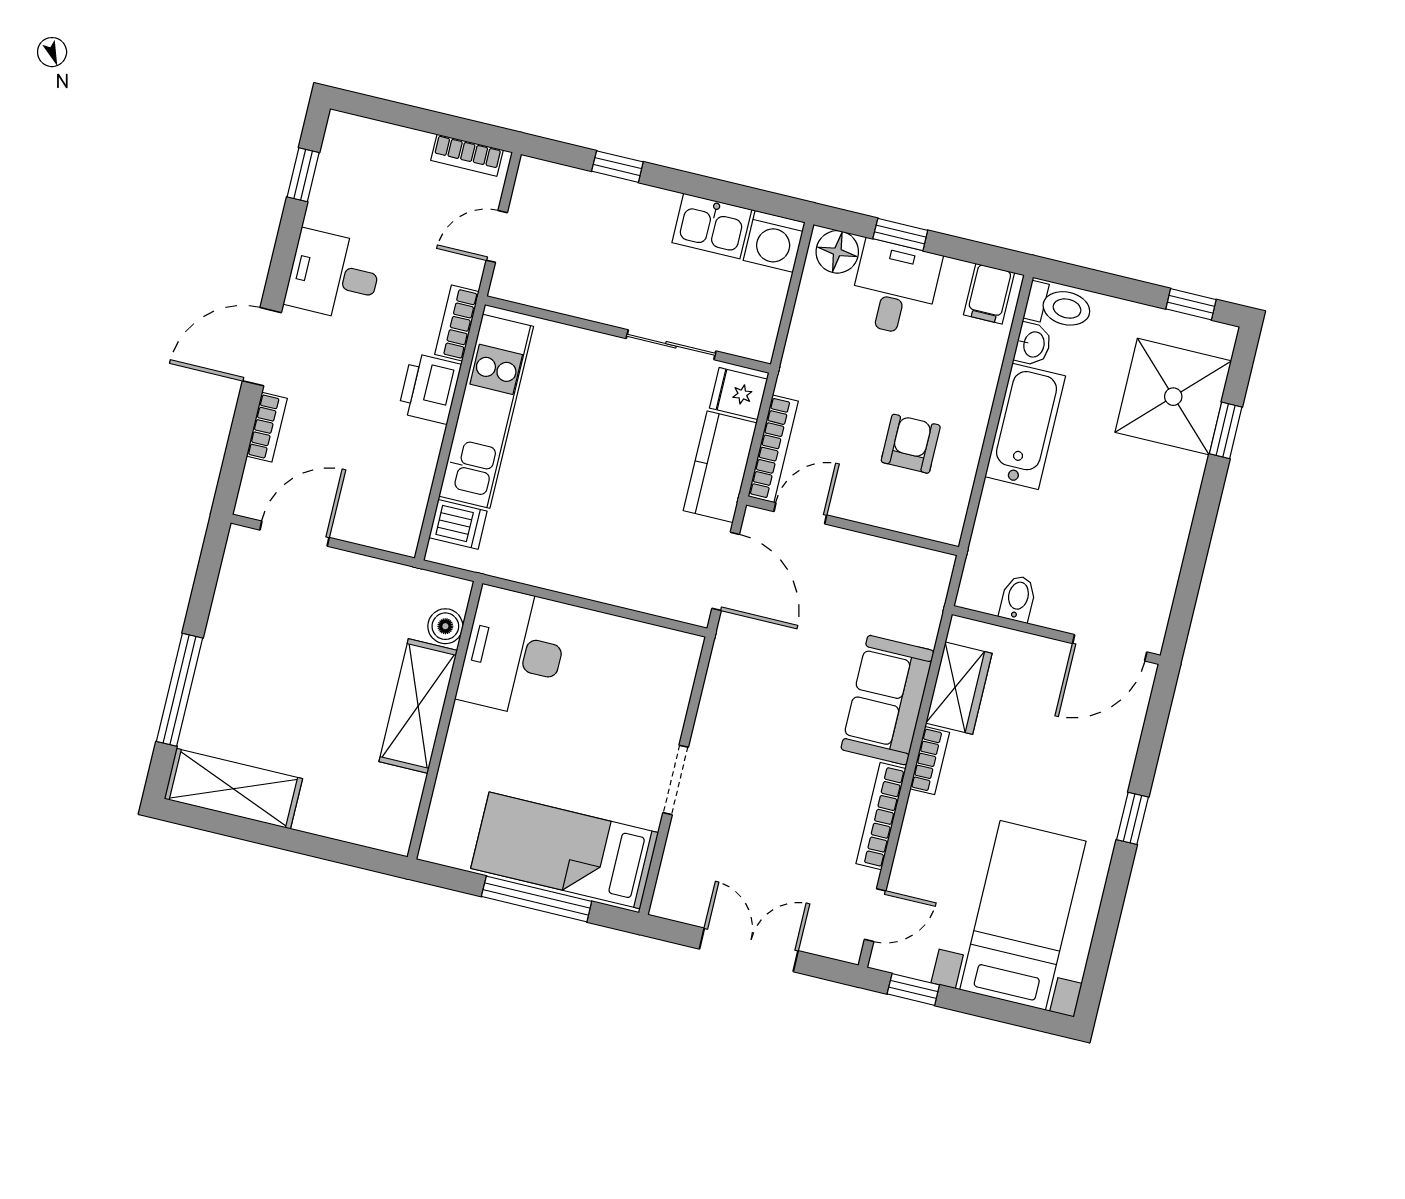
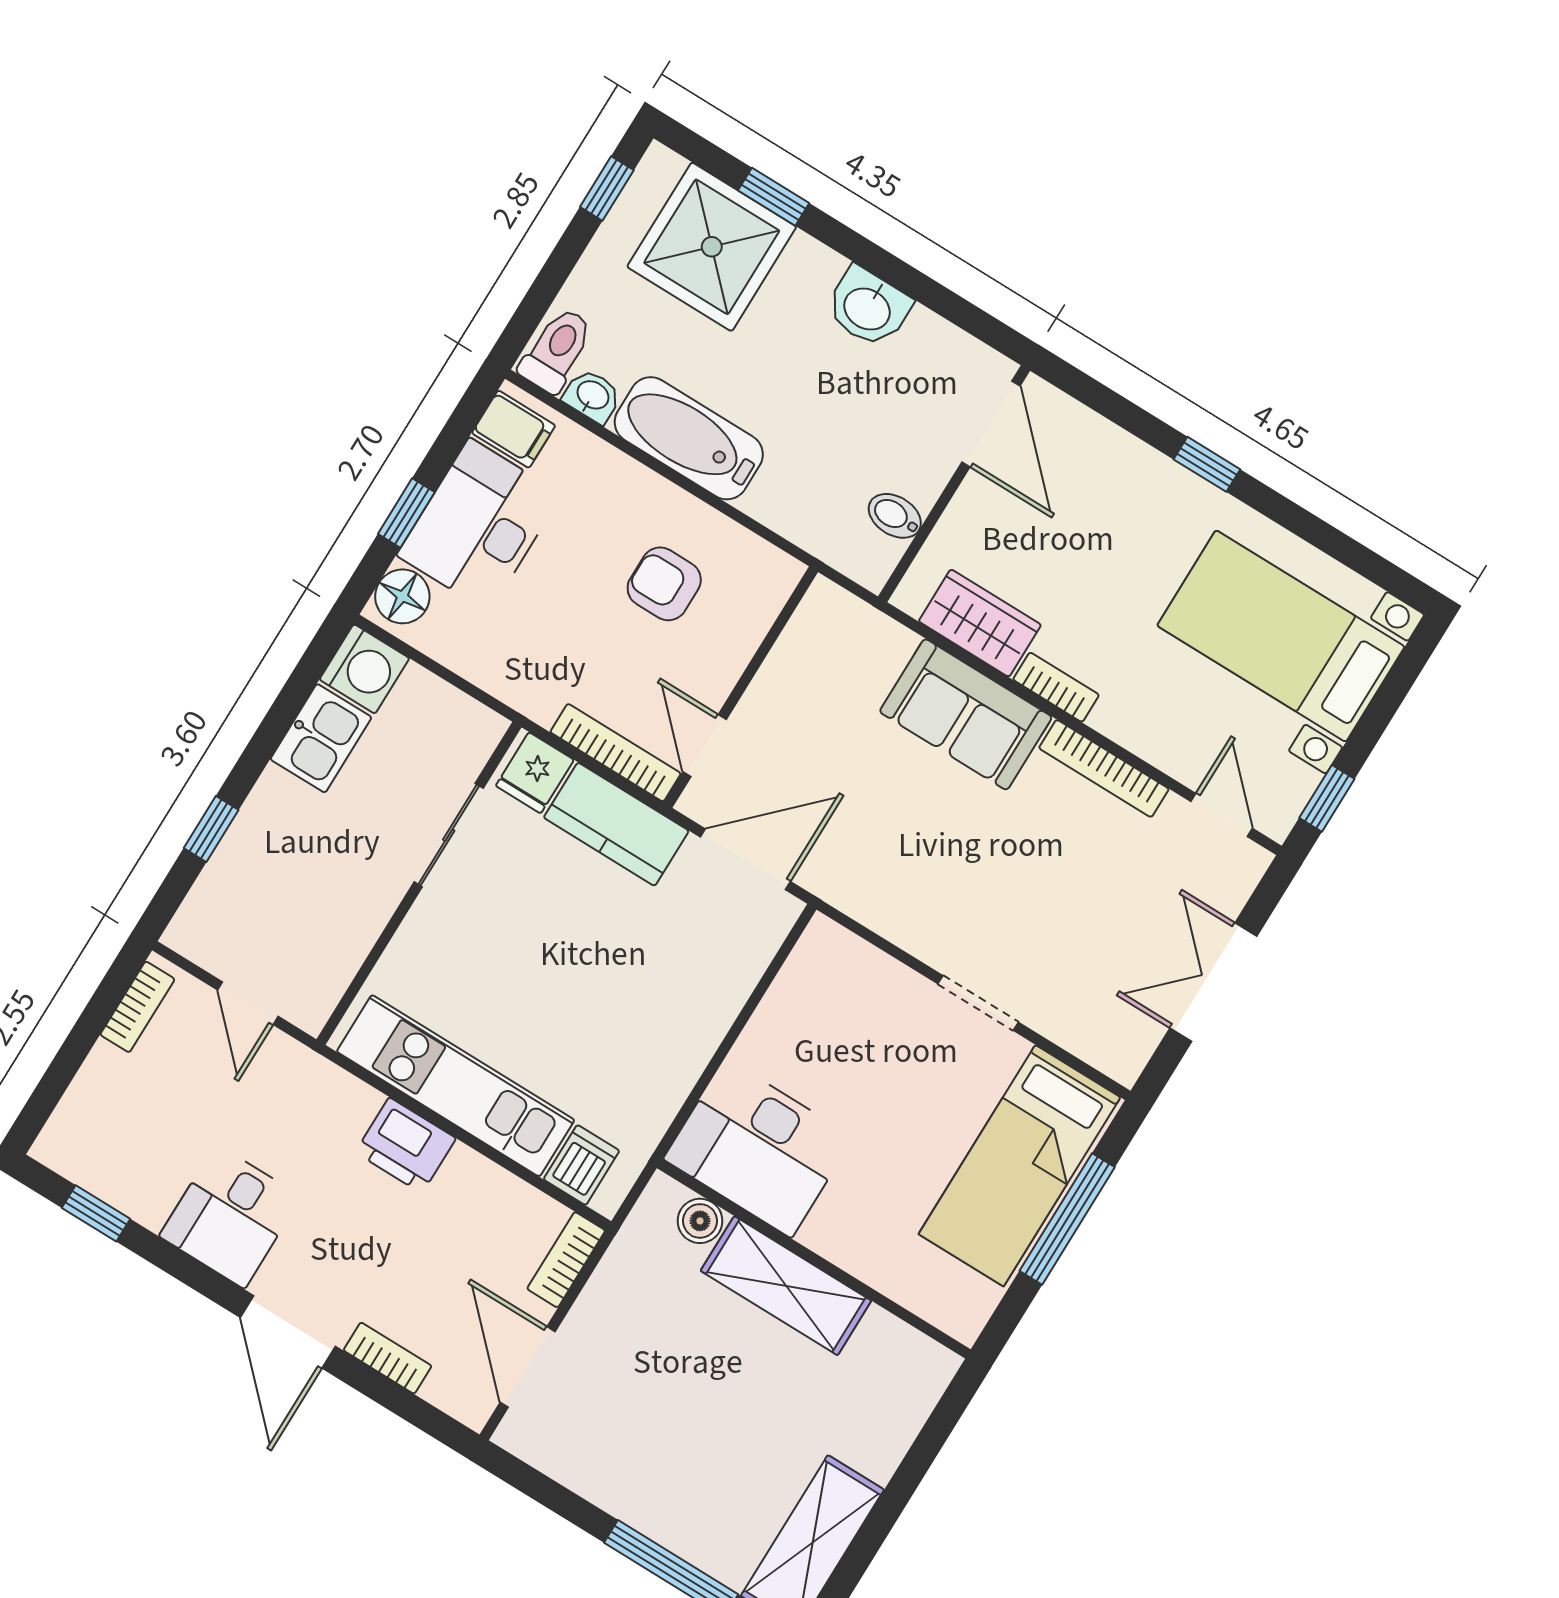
desk: (895, 288) -> (479, 525), width x1.37
bookcase: (457, 323) -> (566, 1260), moved, turned 90
washbasin: (1166, 528) -> (868, 307), added

